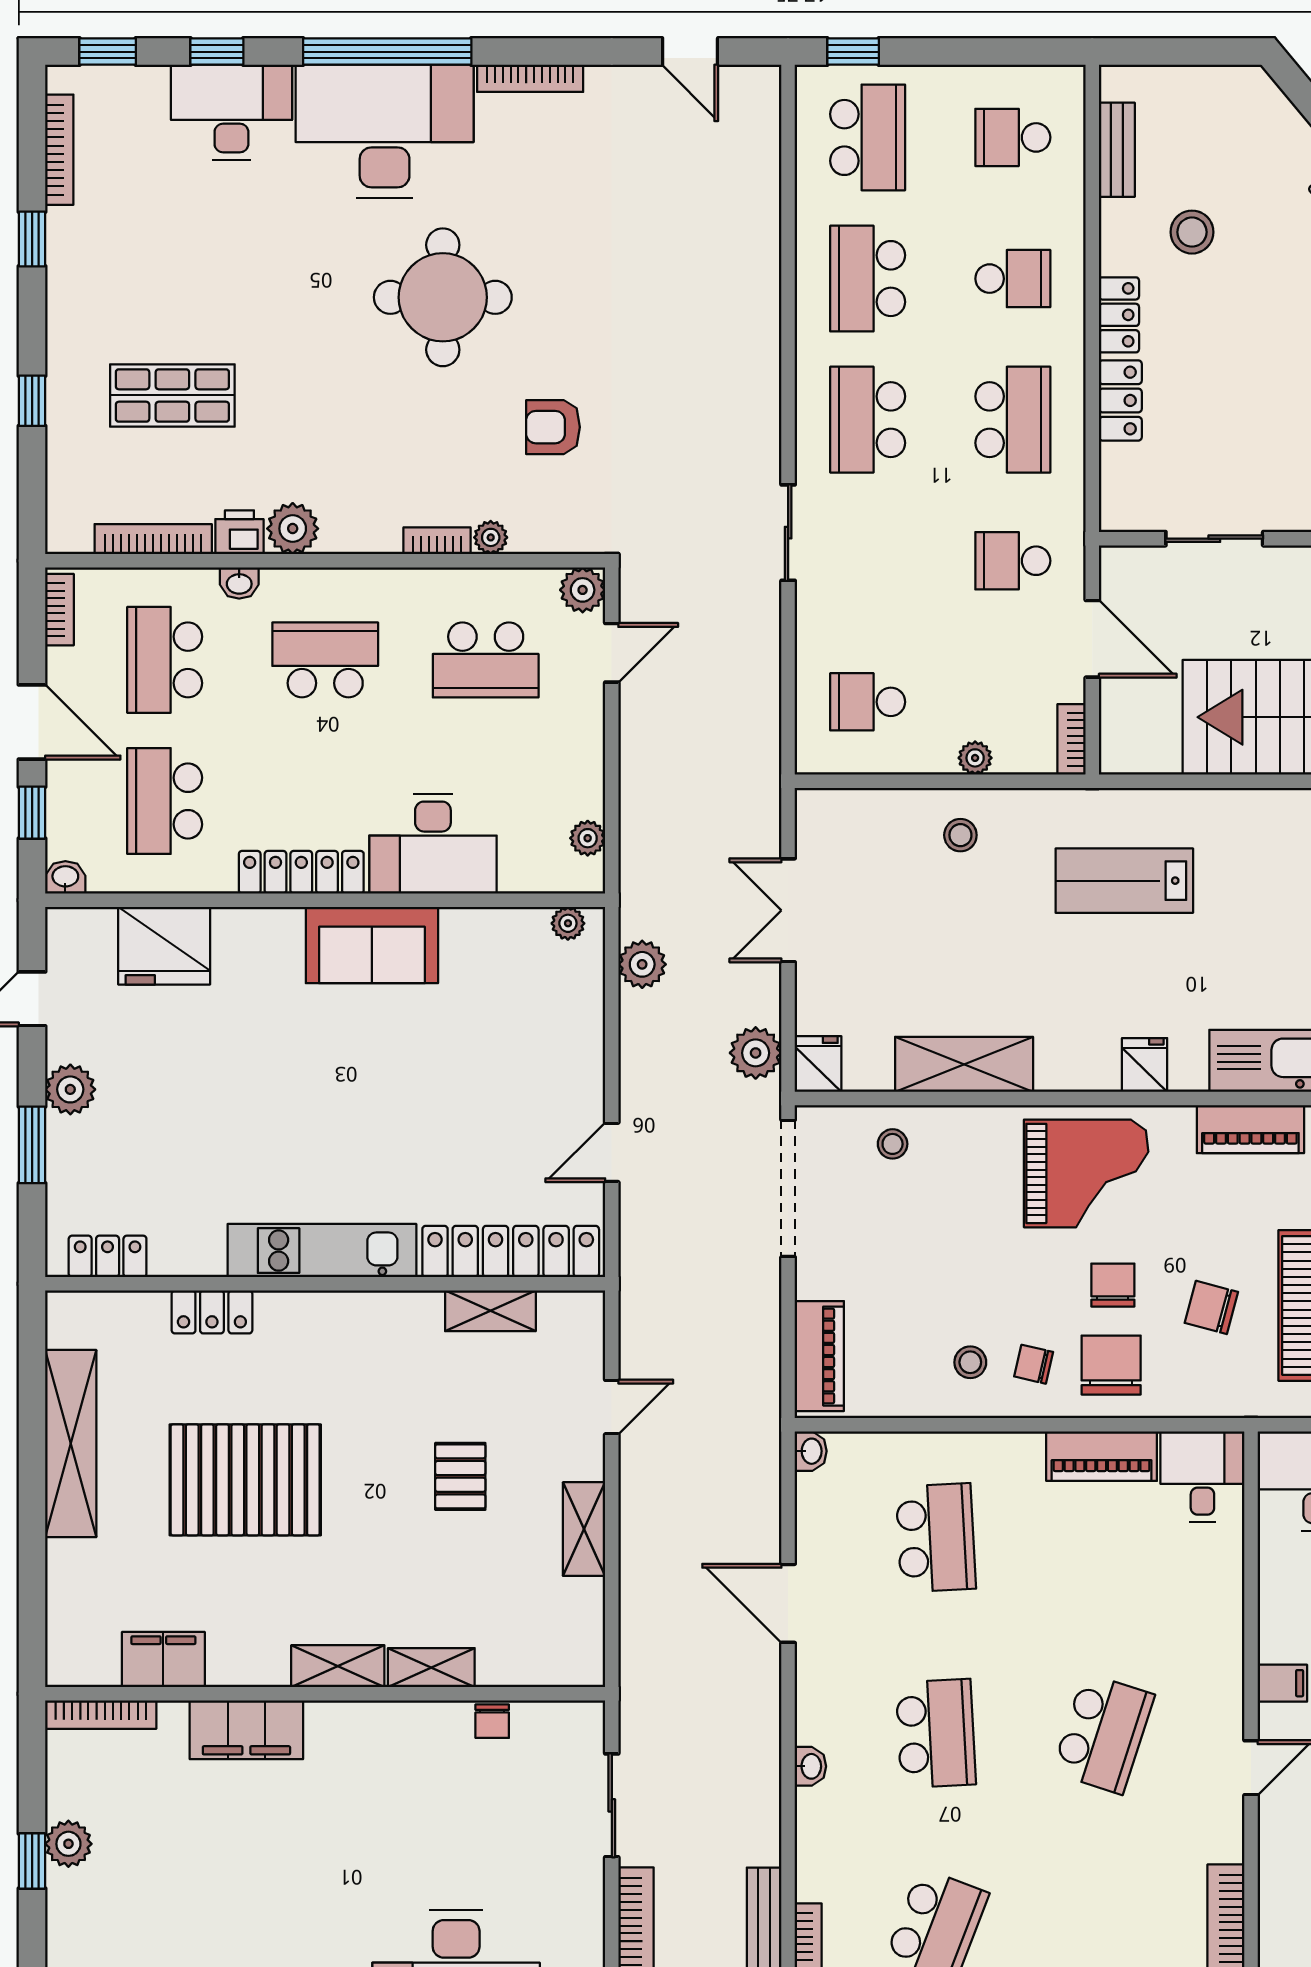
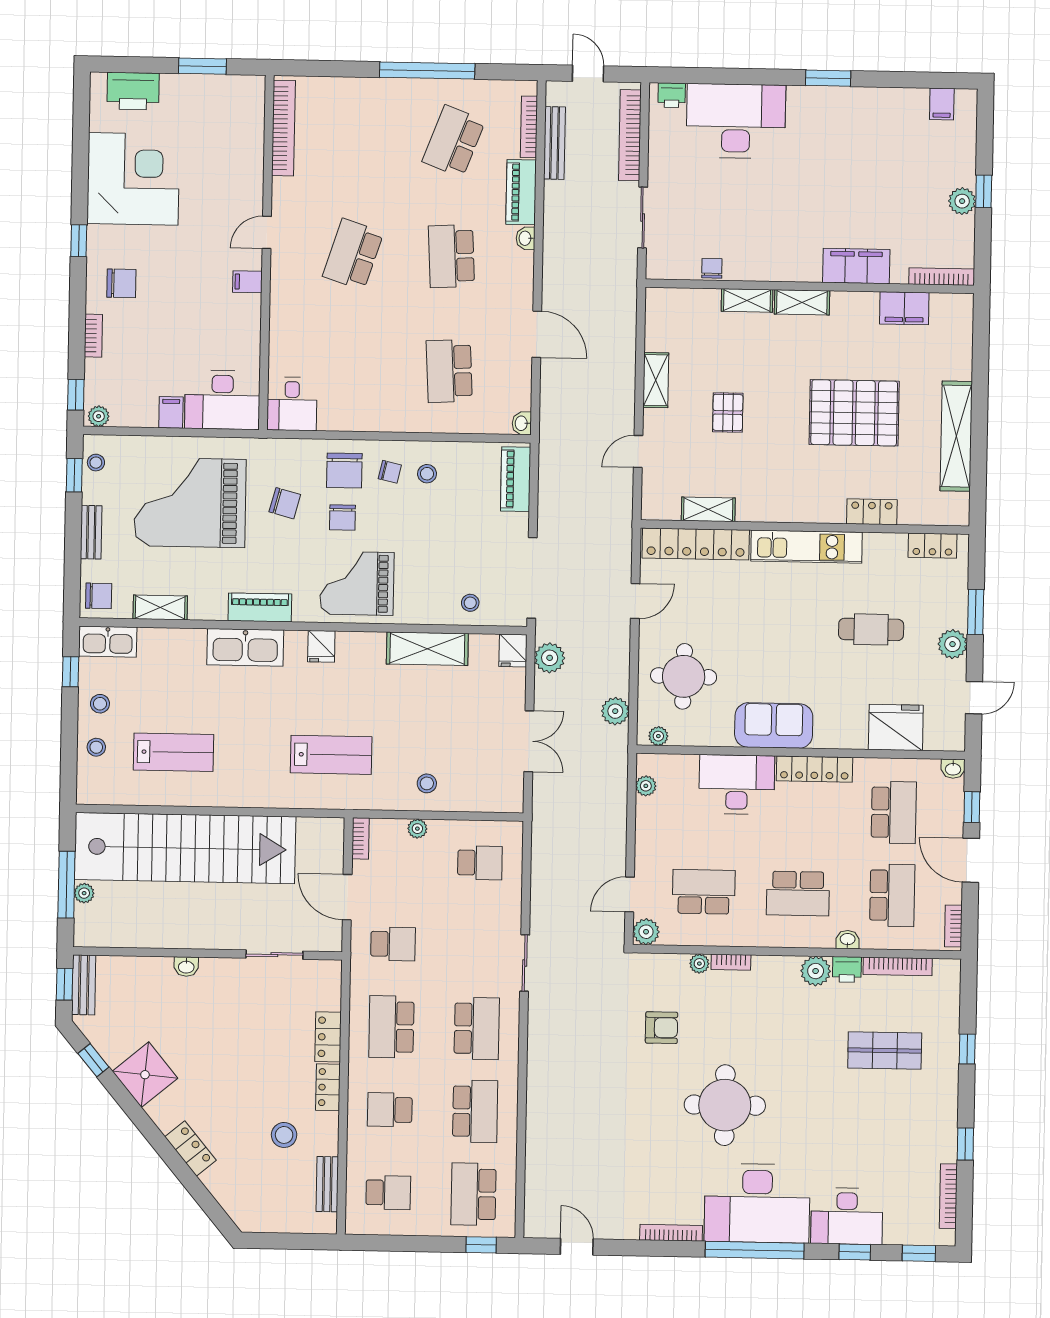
round table: (527, 1026) -> (684, 676), added
cafe table: (209, 1112) -> (871, 629), added
piano: (1102, 1456) -> (521, 192), moved, turned -90

